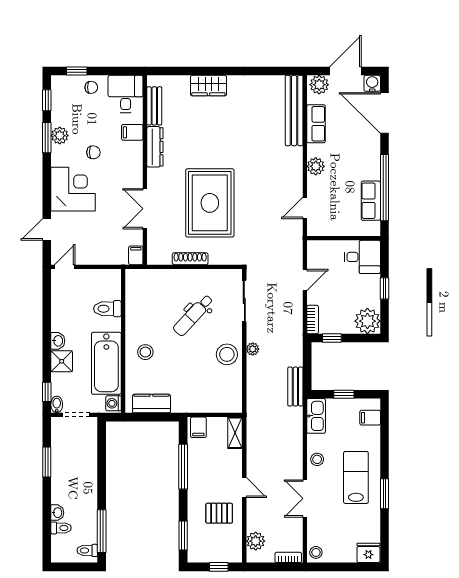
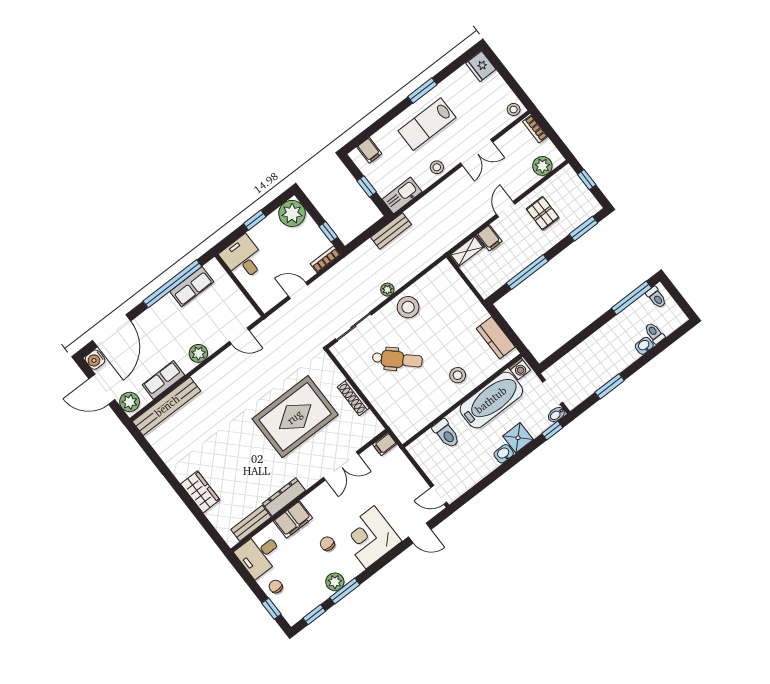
filing cabinet: (132, 132) -> (293, 520), width x2.00
filing cabinet: (198, 427) -> (489, 238), moved, turned 90

